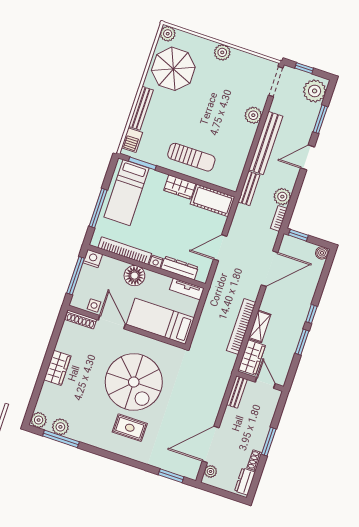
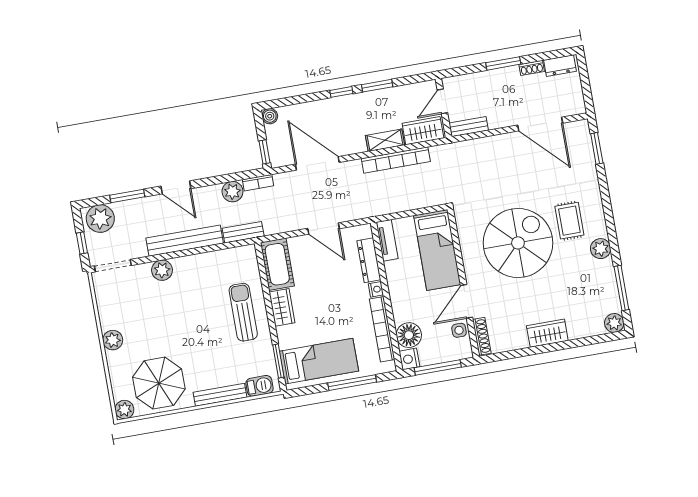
floor lamp: (134, 276) -> (409, 335), moved
plant: (60, 427) -> (601, 249), moved
plant: (211, 471) -> (569, 109), removed

